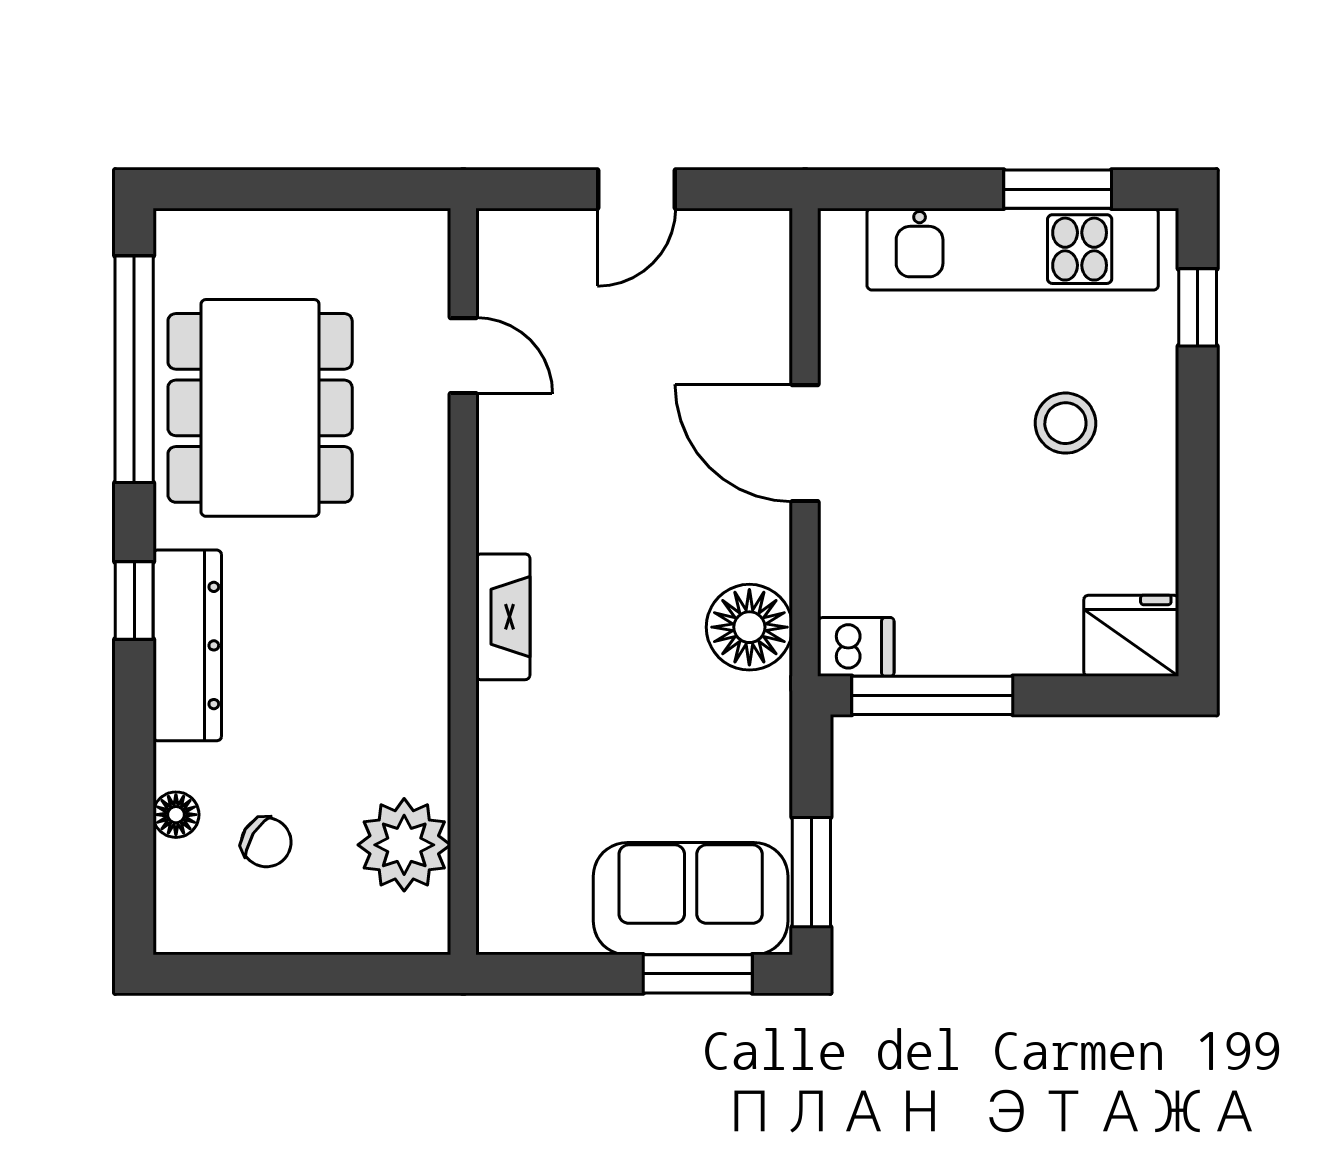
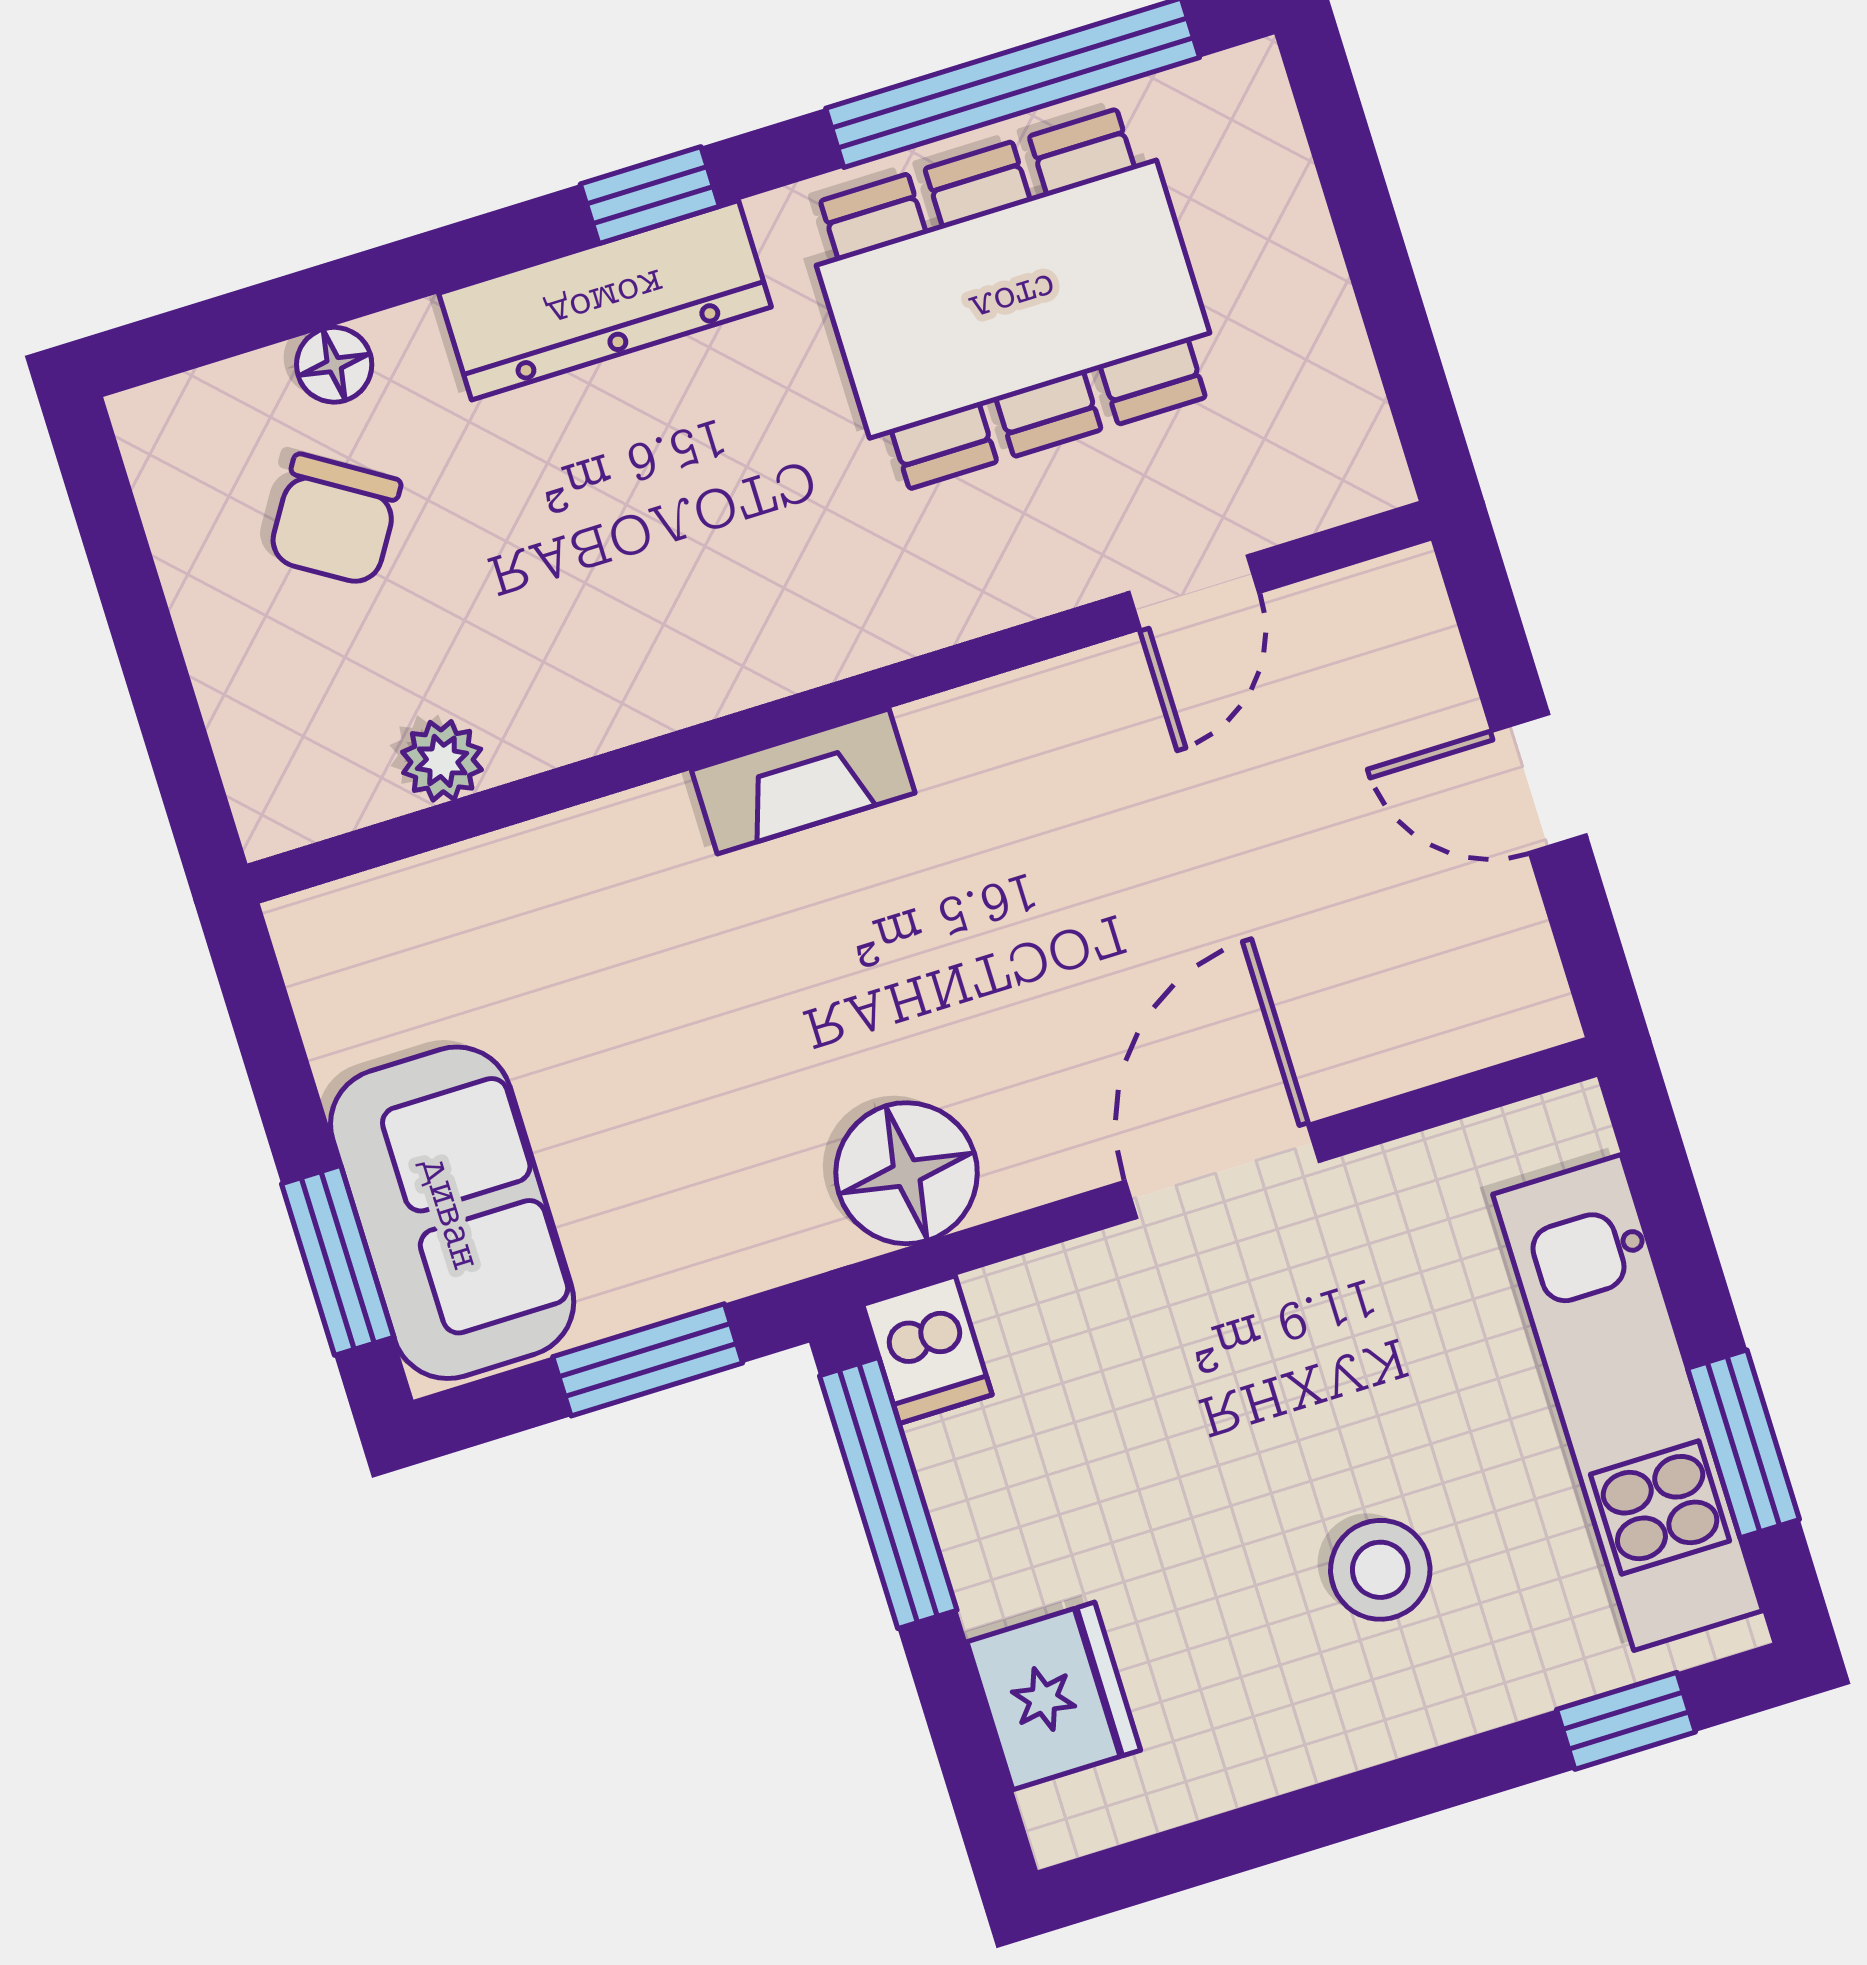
fridge: (1131, 636) -> (1054, 1696), moved
chair: (266, 842) -> (335, 520), width x1.37, depth x1.37
plant: (404, 845) -> (442, 761), width x0.53, depth x0.53
window: (811, 872) -> (648, 1360), moved

